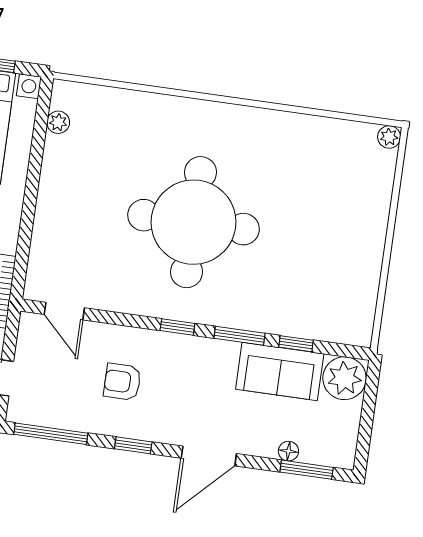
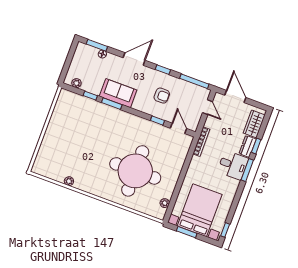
plant: (389, 137) -> (69, 181), moved
round table: (194, 222) -> (135, 171), moved
window: (177, 327) -> (157, 121), moved
sofa: (280, 371) -> (118, 93), moved
plant: (345, 378) -> (76, 83), width x0.53, depth x0.53

